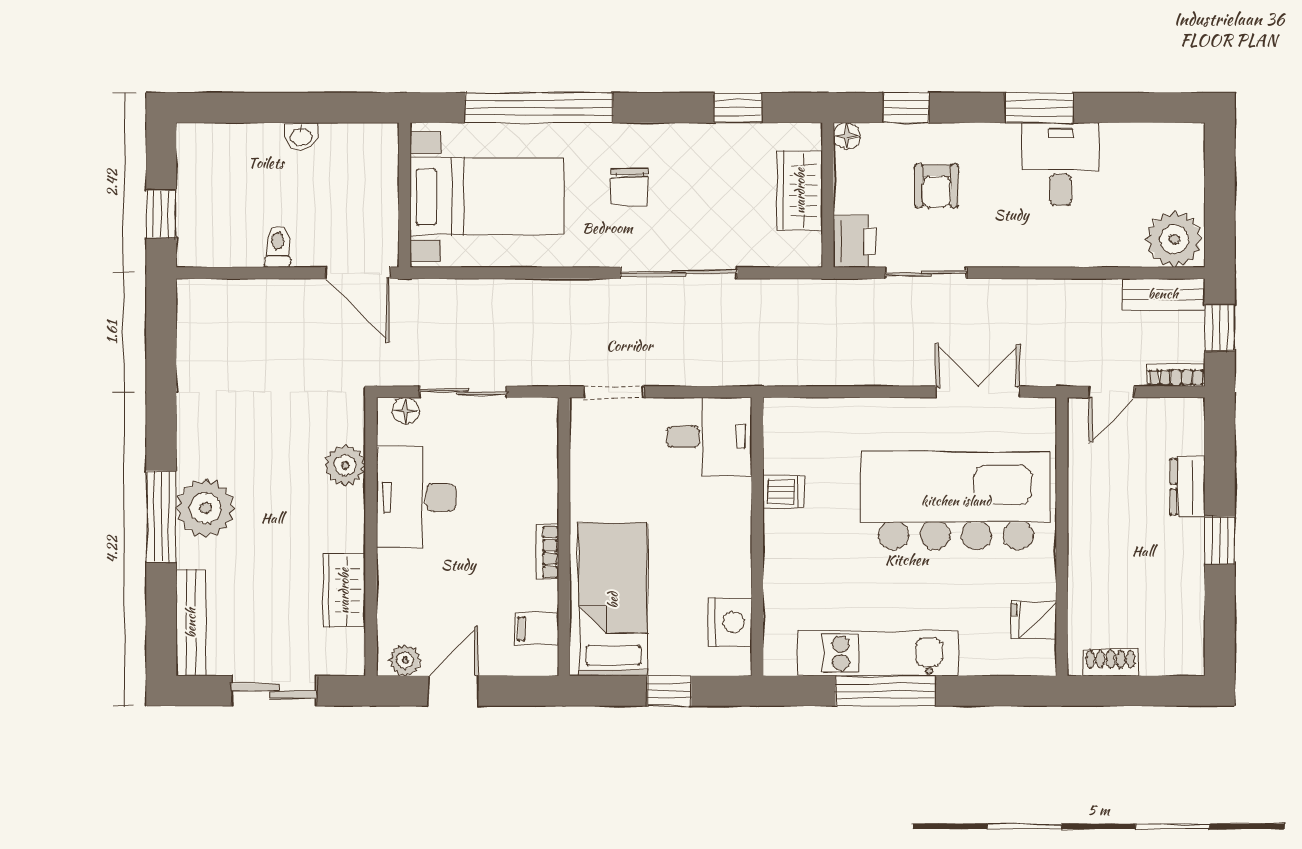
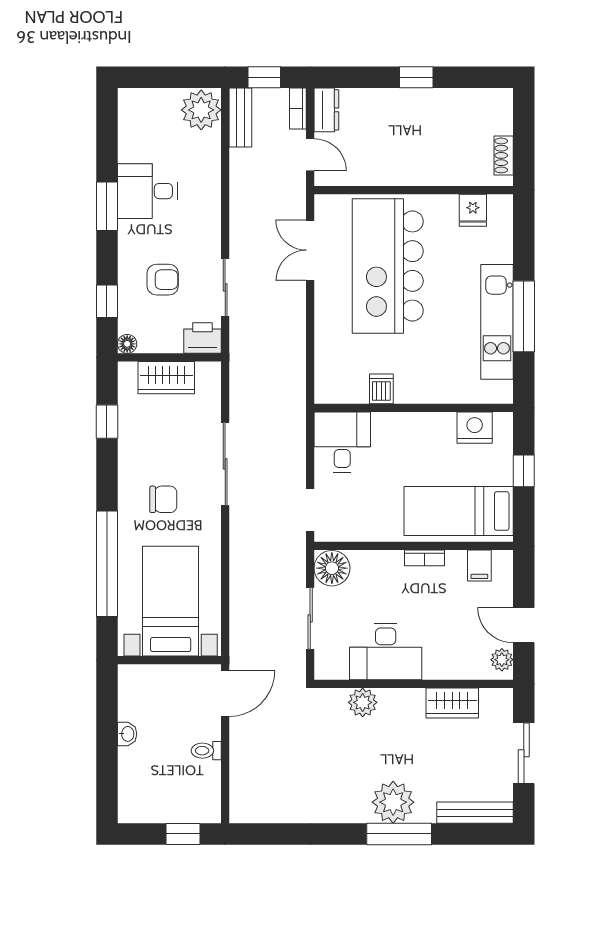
floor lamp: (406, 411) -> (332, 568), moved, width x1.89, depth x1.89
dresser: (1188, 487) -> (326, 110), moved, turned -90

